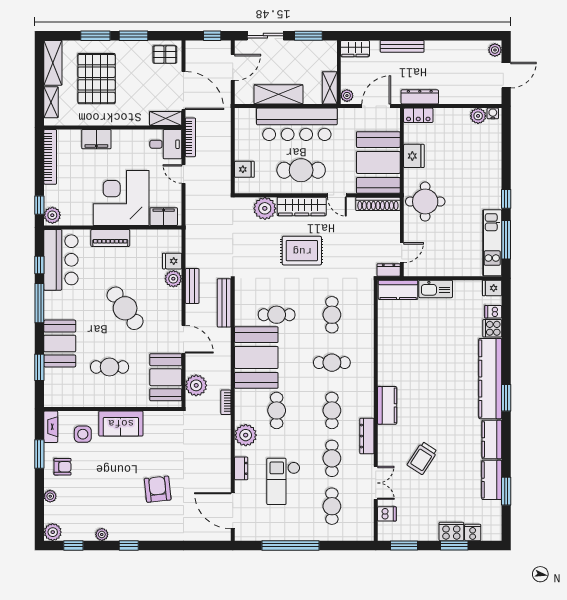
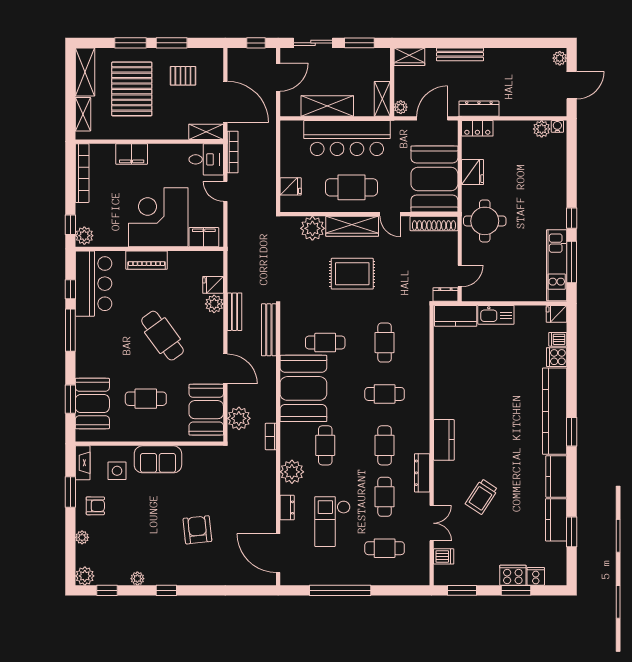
pallet: (165, 55) -> (183, 76), moved
booth: (60, 343) -> (92, 404), moved
cafe table: (332, 506) -> (385, 548), turned 90

